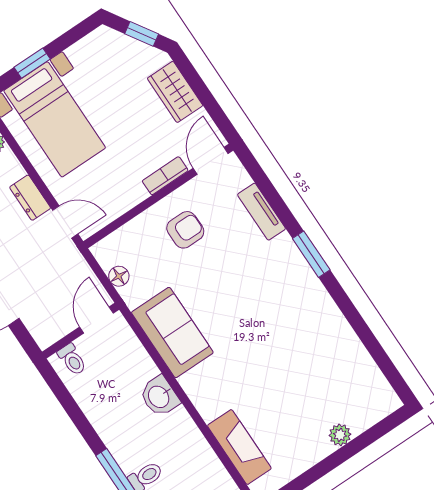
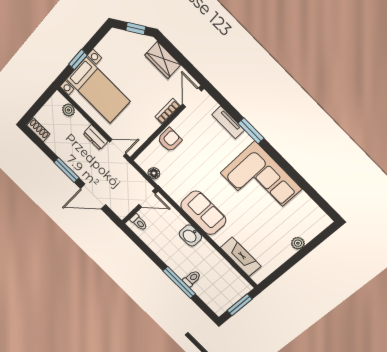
armchair: (185, 230) -> (170, 140), moved
window: (311, 254) -> (251, 131), moved
corner sofa: (297, 318) -> (261, 181), added
door: (96, 320) -> (147, 199), swing flipped
sofa: (172, 333) -> (203, 213), moved

